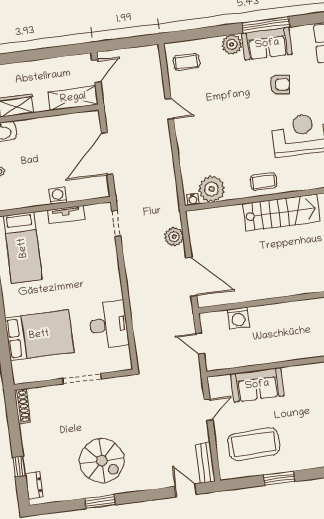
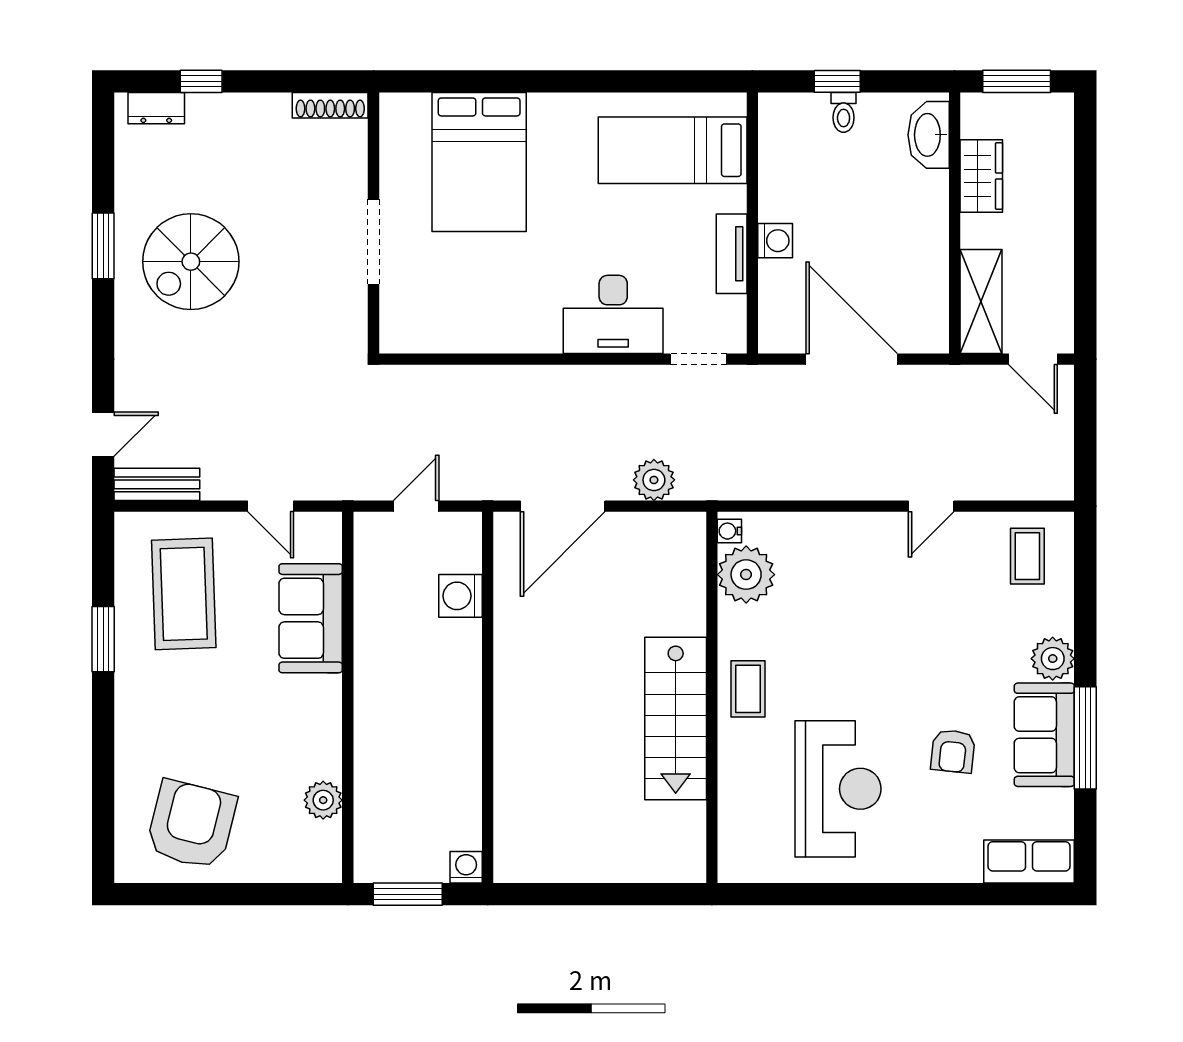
desk: (109, 325) -> (613, 314), moved

